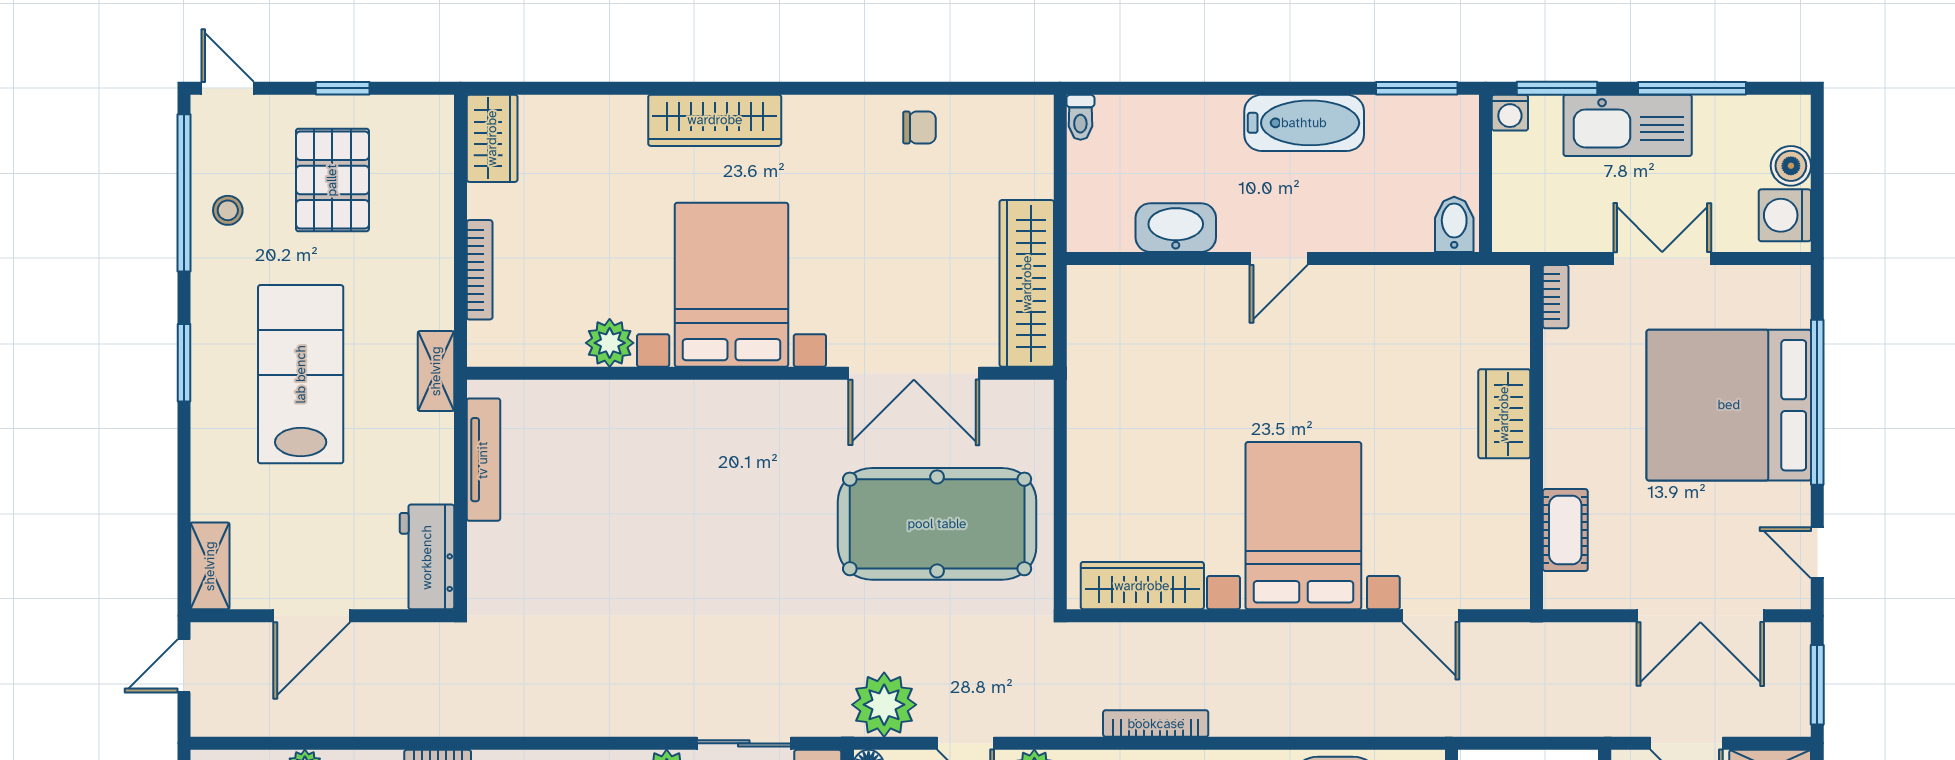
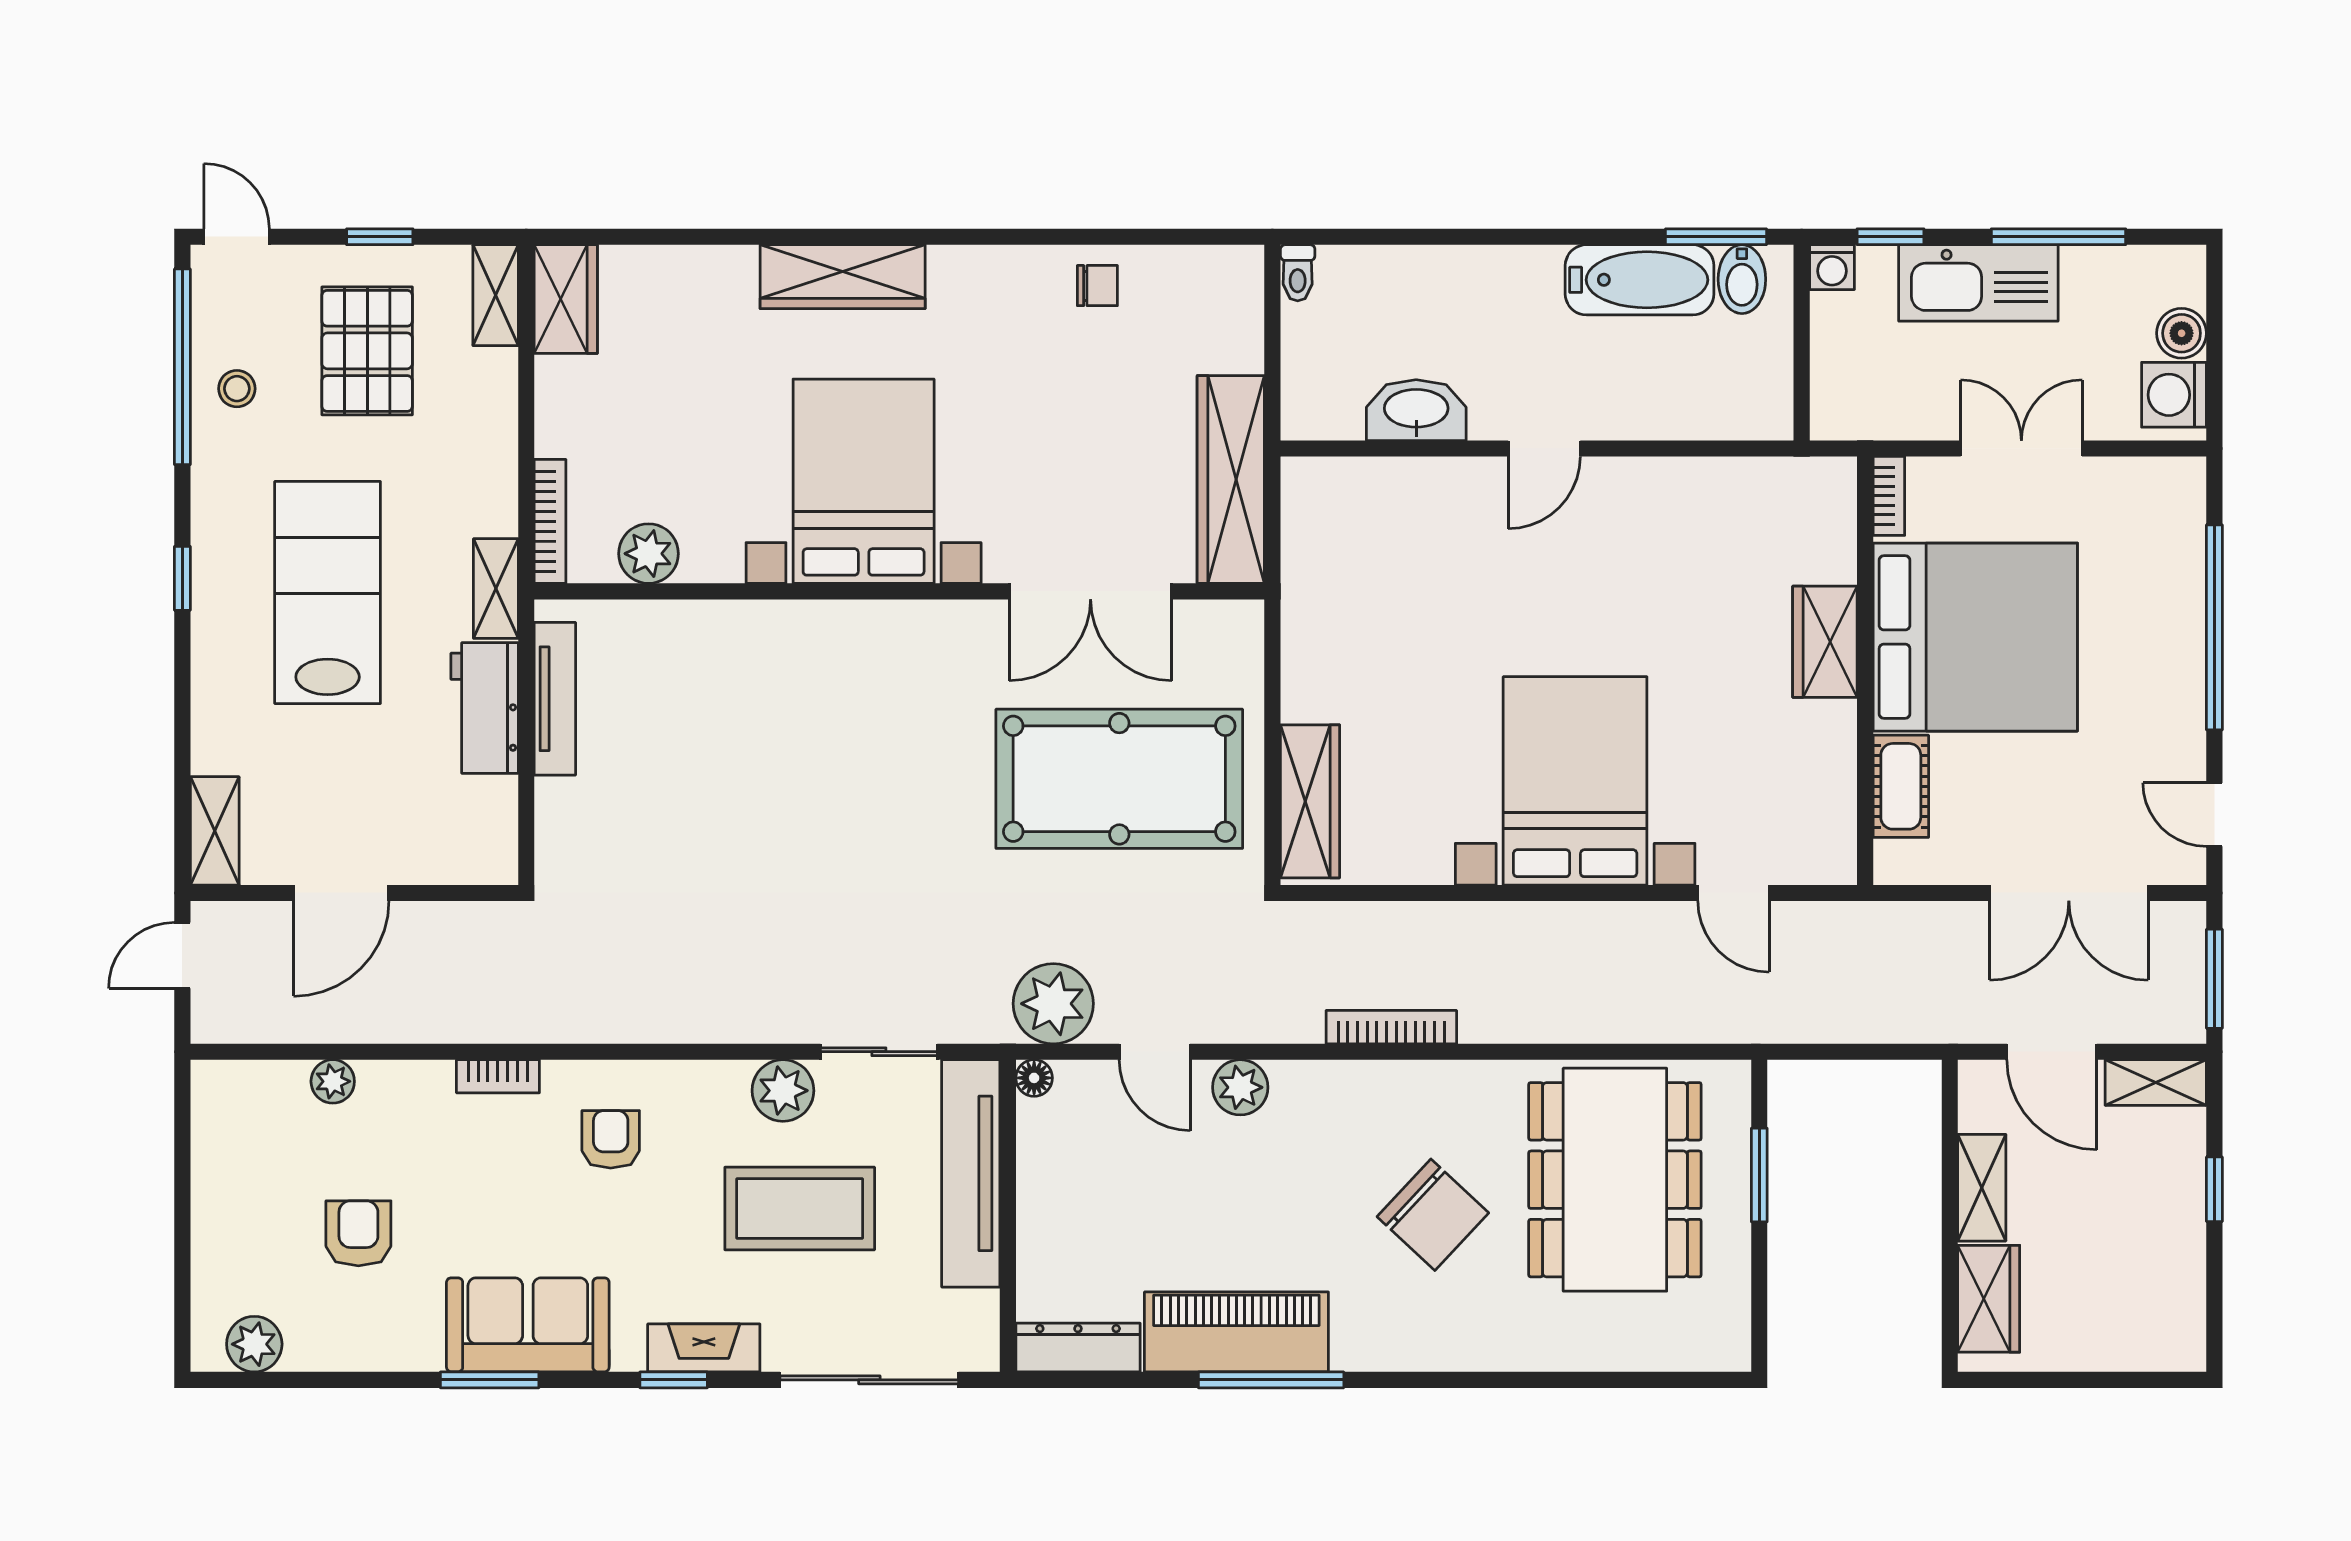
window: (1557, 88) -> (1890, 237), width x0.67
bathtub: (1304, 123) -> (1640, 280), moved
shelving: (436, 135) -> (496, 295), added
bidet: (1454, 224) -> (1742, 279), moved, turned 180
bookcase: (480, 270) -> (550, 521), moved
plant: (610, 343) -> (649, 554), moved
window: (184, 363) -> (182, 578), width x0.67
bed: (1729, 405) -> (1975, 637), moved, turned 180
workbench: (427, 557) -> (485, 708), moved
wardrobe: (1142, 586) -> (1310, 801), moved, turned 90

